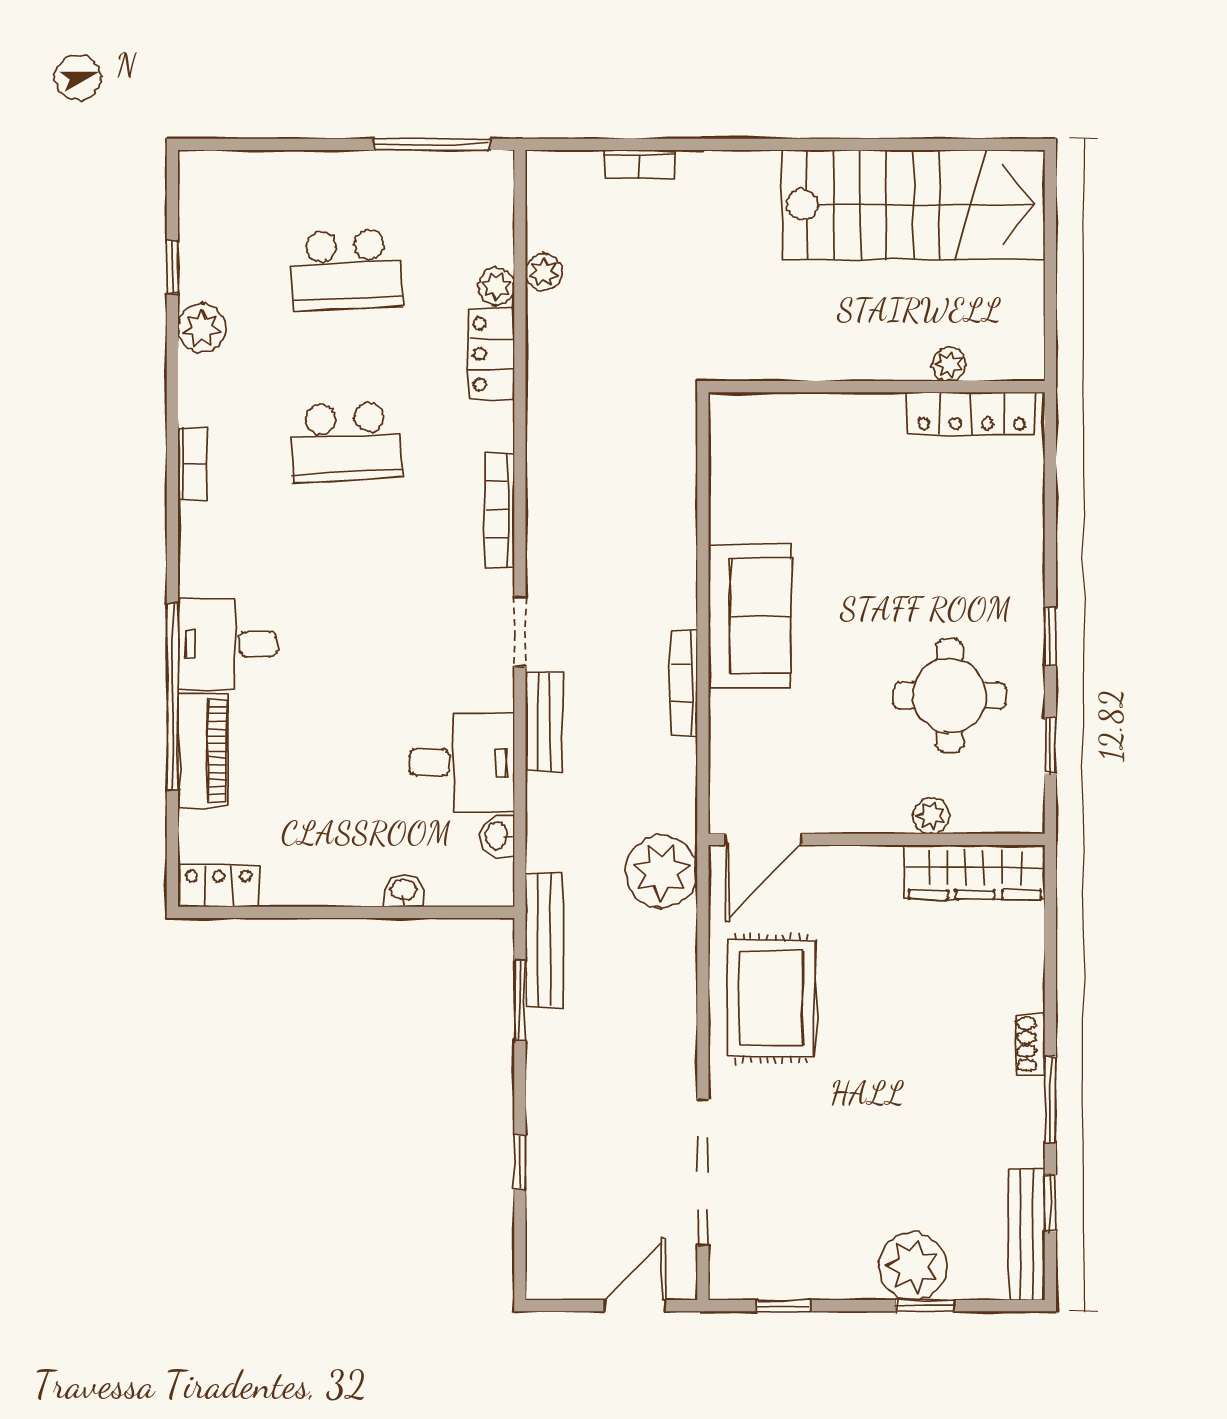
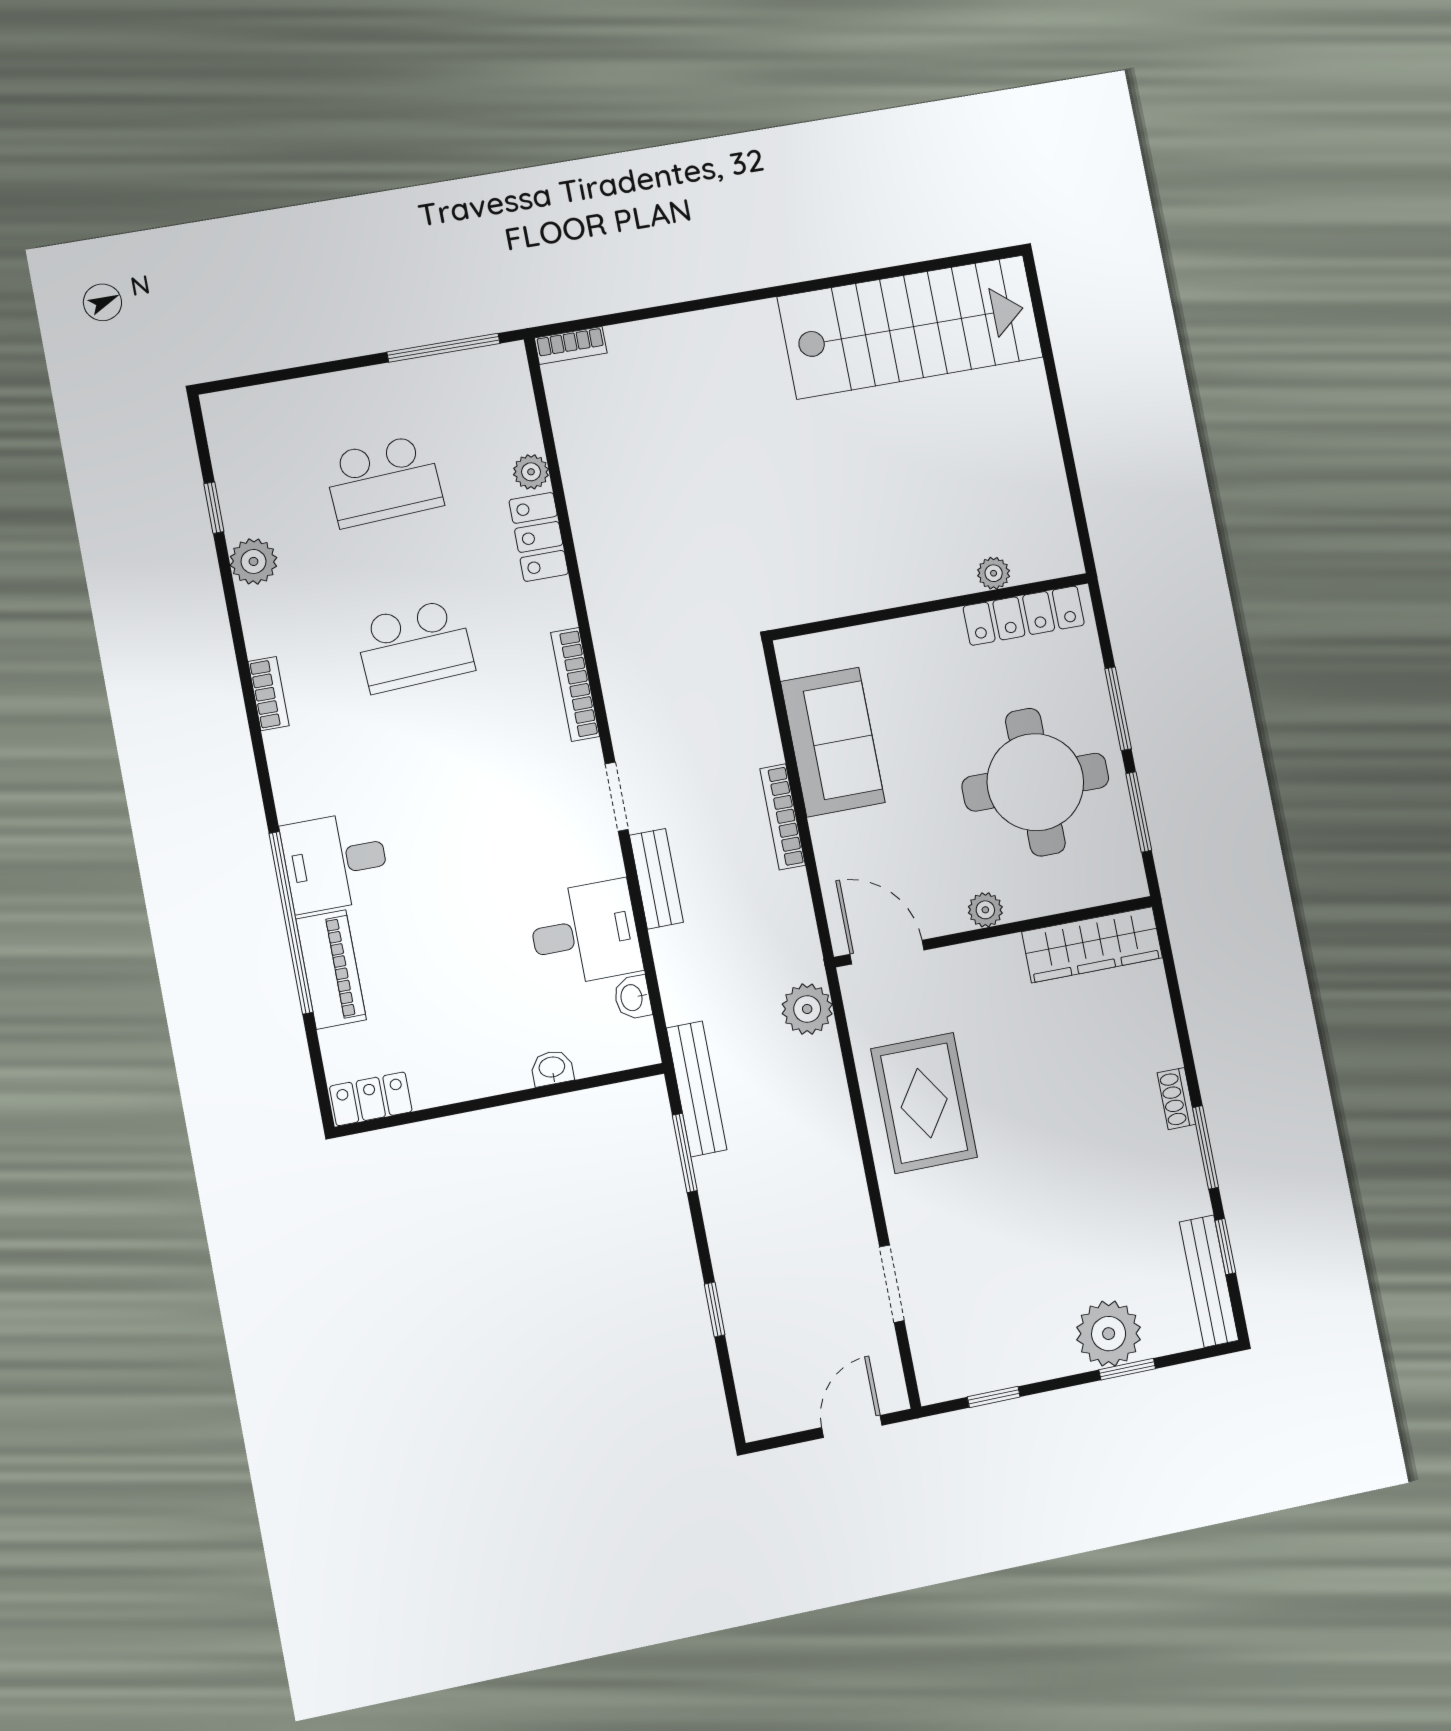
bookcase: (639, 164) -> (571, 345), moved
plant: (544, 272) -> (574, 451), removed
plant: (949, 364) -> (994, 573), moved
wall: (877, 387) -> (930, 607), moved
locker: (972, 413) -> (1024, 616), moved
window: (1050, 636) -> (1118, 709), width x1.50
round table: (949, 696) -> (1035, 782), width x1.36, depth x1.36
window: (1050, 746) -> (1139, 812), width x1.50
plant: (931, 816) -> (985, 910), moved
door: (763, 839) -> (887, 952), swing flipped
plant: (661, 872) -> (807, 1009), width x0.73, depth x0.73
doorway: (703, 1172) -> (892, 1284), width x0.53

